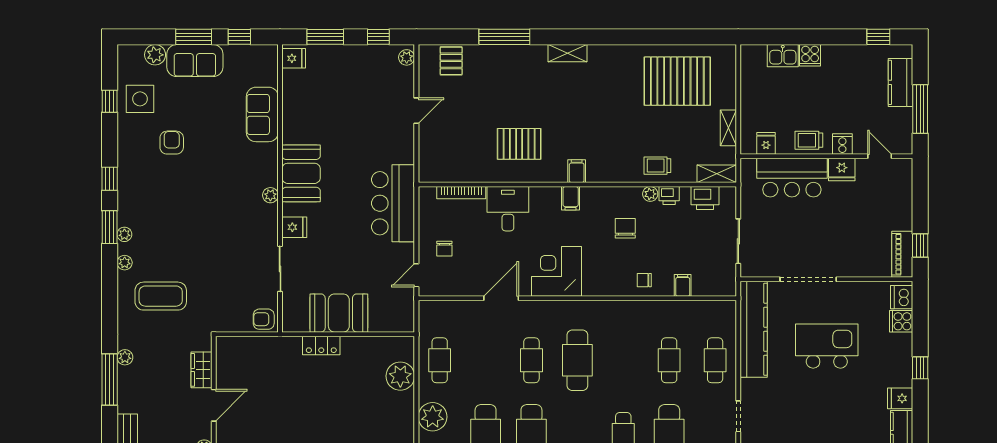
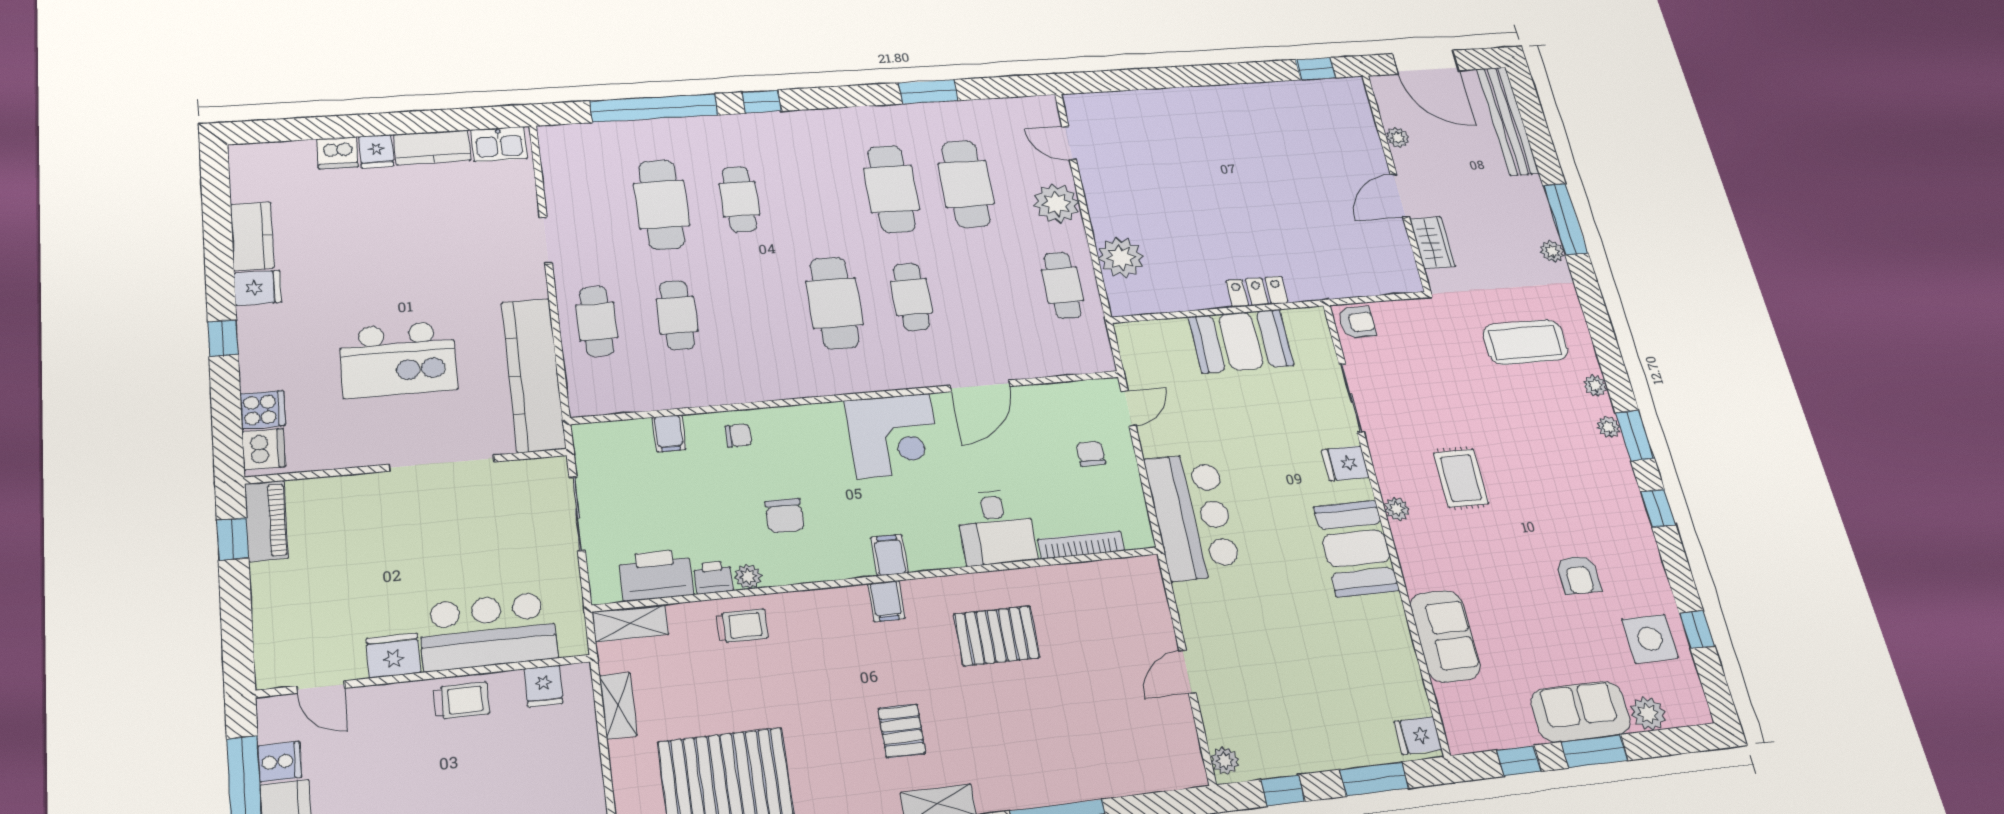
pallet: (451, 61) -> (902, 731), moved
cooker: (842, 144) -> (280, 762), moved, turned -90
printer: (705, 198) -> (656, 575), width x1.37, depth x1.19
rug: (226, 211) -> (1461, 478), added

